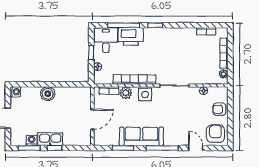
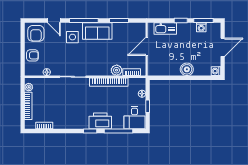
printer: (131, 36) -> (100, 121), moved
side table: (145, 94) -> (72, 37), moved
sofa: (141, 136) -> (97, 31), width x0.73
kitchen sink: (50, 139) -> (165, 29), moved

